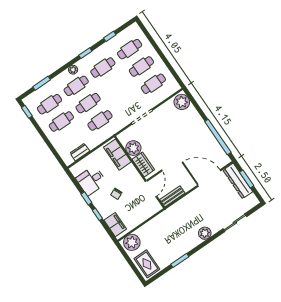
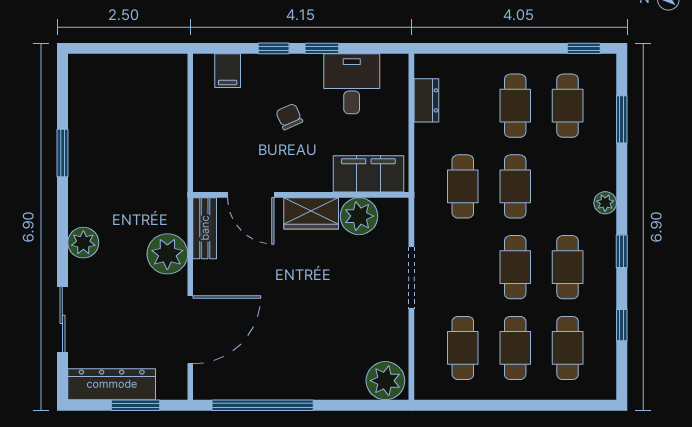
cafe table: (76, 86) -> (515, 267), moved
dresser: (238, 181) -> (112, 384), moved
filing cabinet: (115, 225) -> (228, 71), width x0.50
plant: (132, 242) -> (167, 254), moved
rug: (147, 264) -> (102, 80), removed

